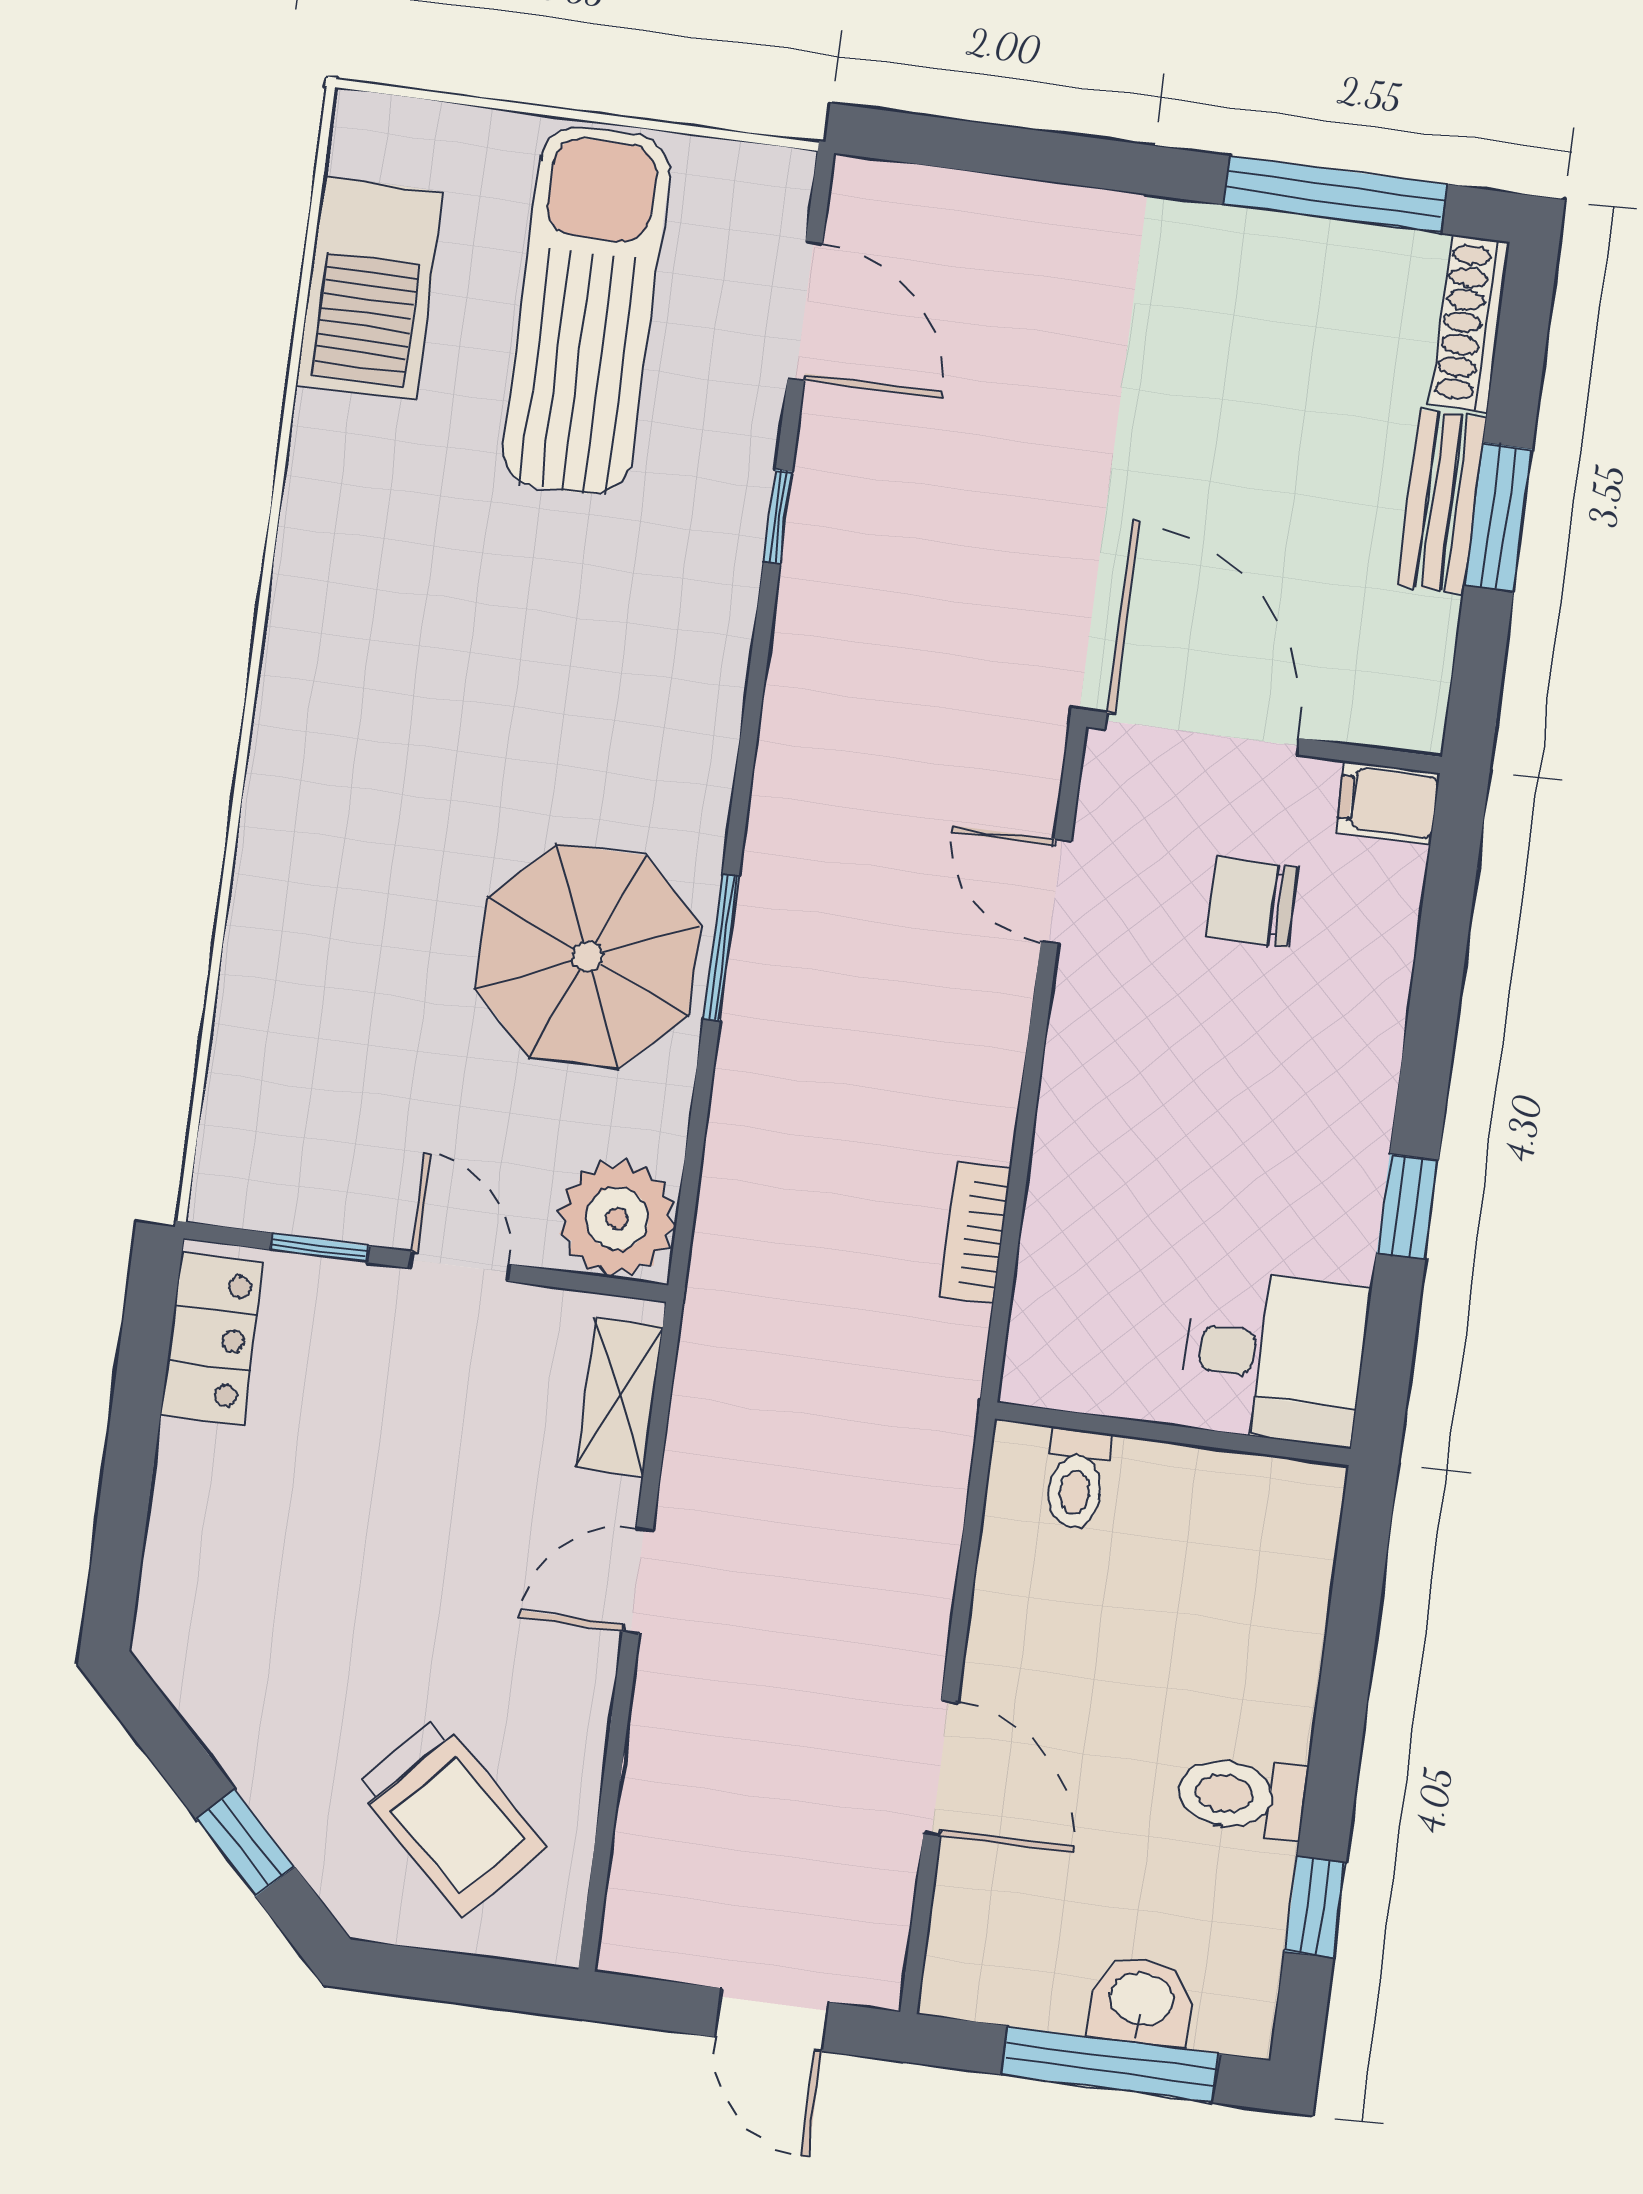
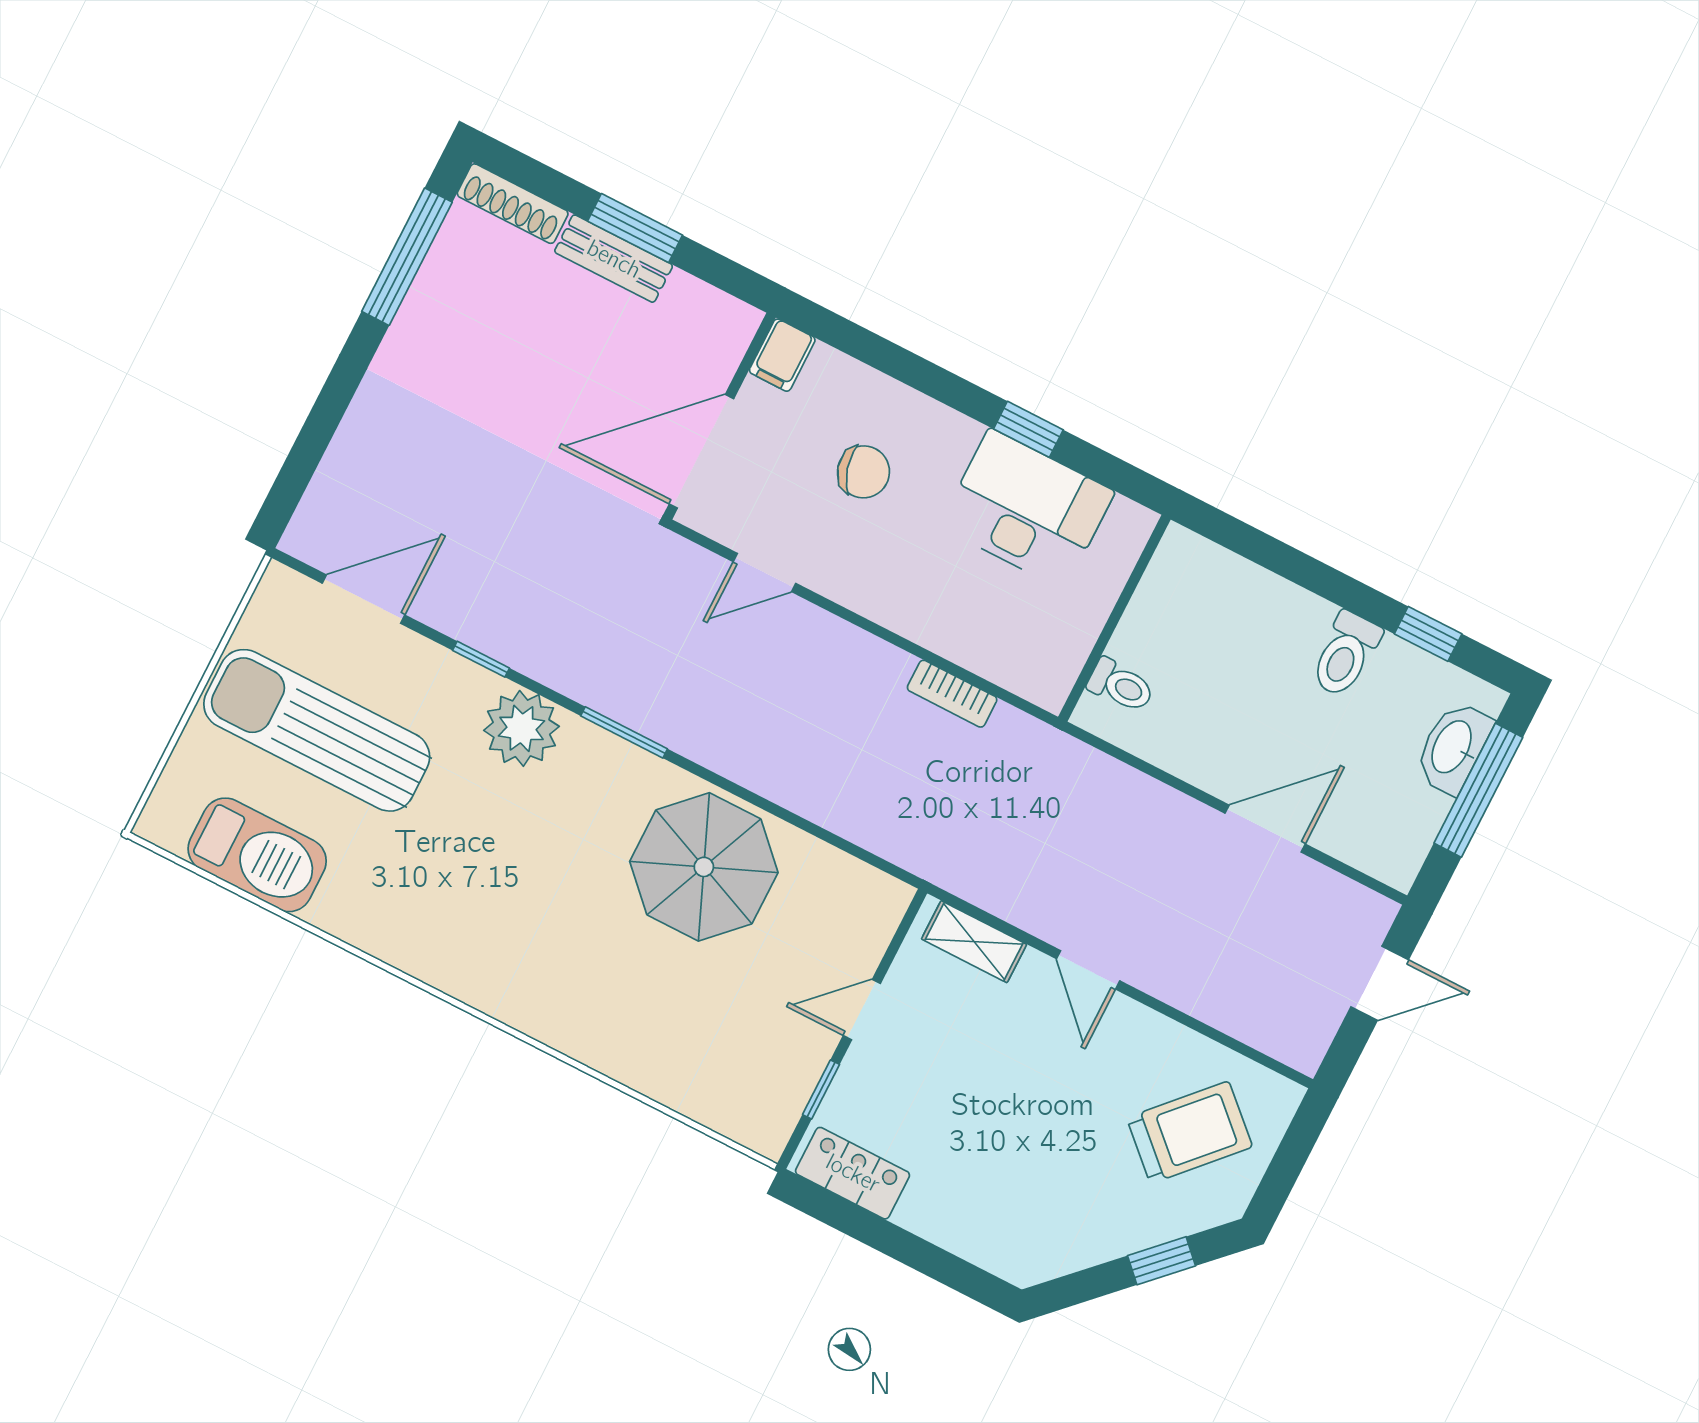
chair: (1252, 902) -> (863, 472), moved, turned -106
window: (721, 947) -> (624, 732), moved
plant: (617, 1218) -> (521, 728), moved
desk: (1274, 1357) -> (1027, 509), moved, width x1.37
washbasin: (1141, 2001) -> (1453, 747), width x1.38

